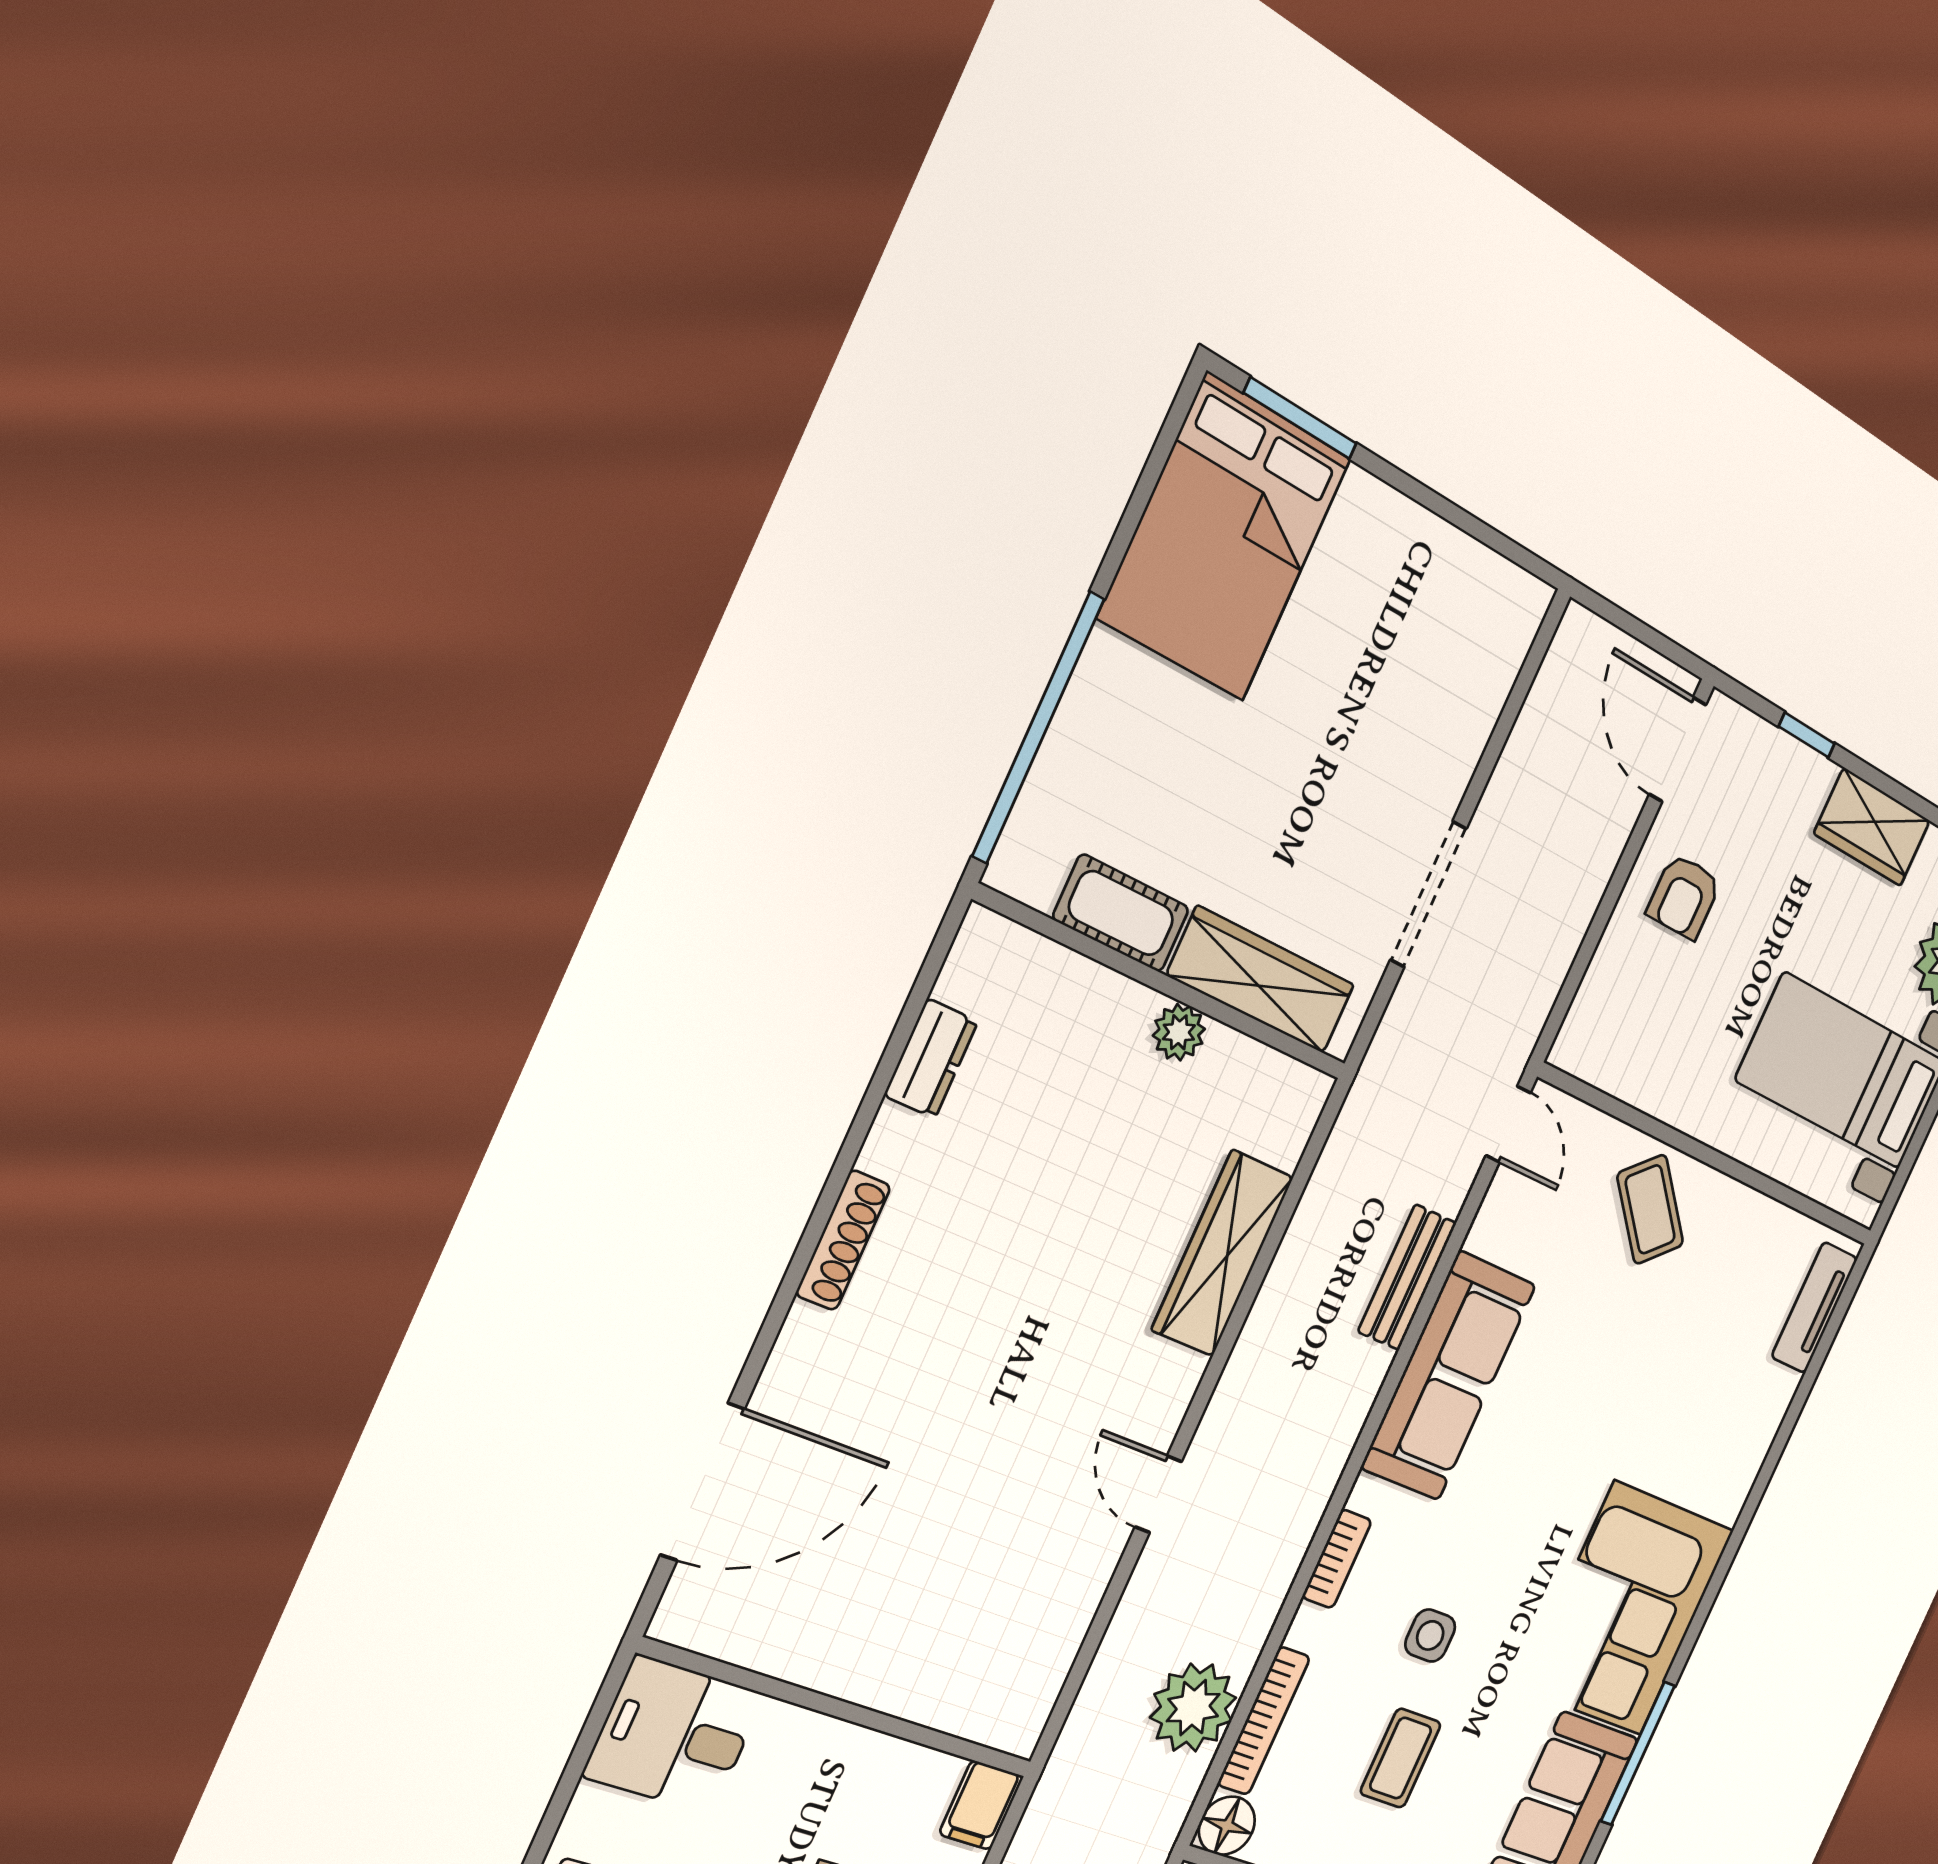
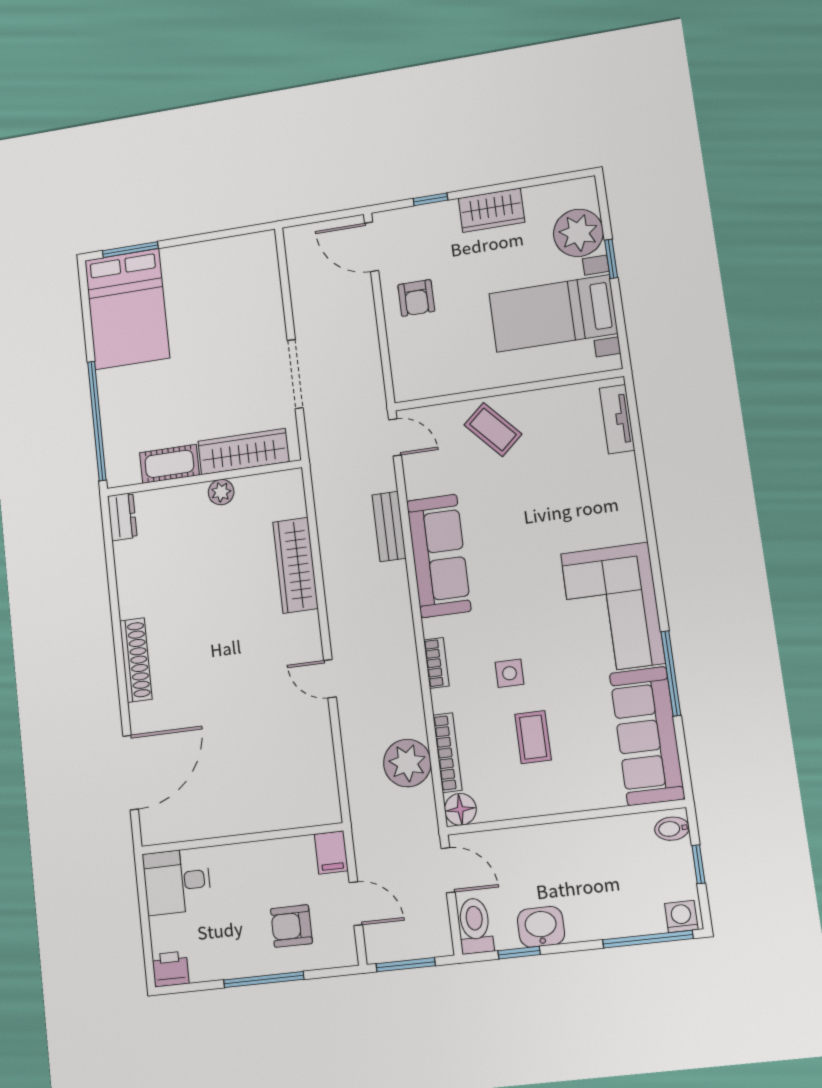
dresser: (931, 1058) -> (122, 517), moved
shoe rack: (843, 1240) -> (136, 660), width x1.36, depth x1.24

